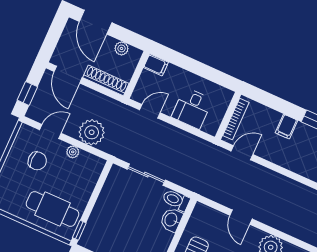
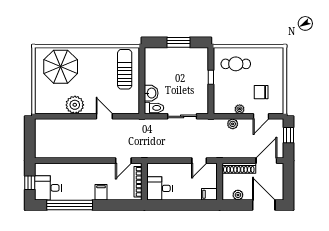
door: (68, 75) -> (266, 161), hinge flipped
desk: (192, 108) -> (159, 188), moved, turned -90
plant: (92, 132) -> (233, 124), width x0.53, depth x0.53
cafe table: (52, 209) -> (236, 64), width x0.73, depth x0.74
window: (79, 230) -> (211, 77), moved

